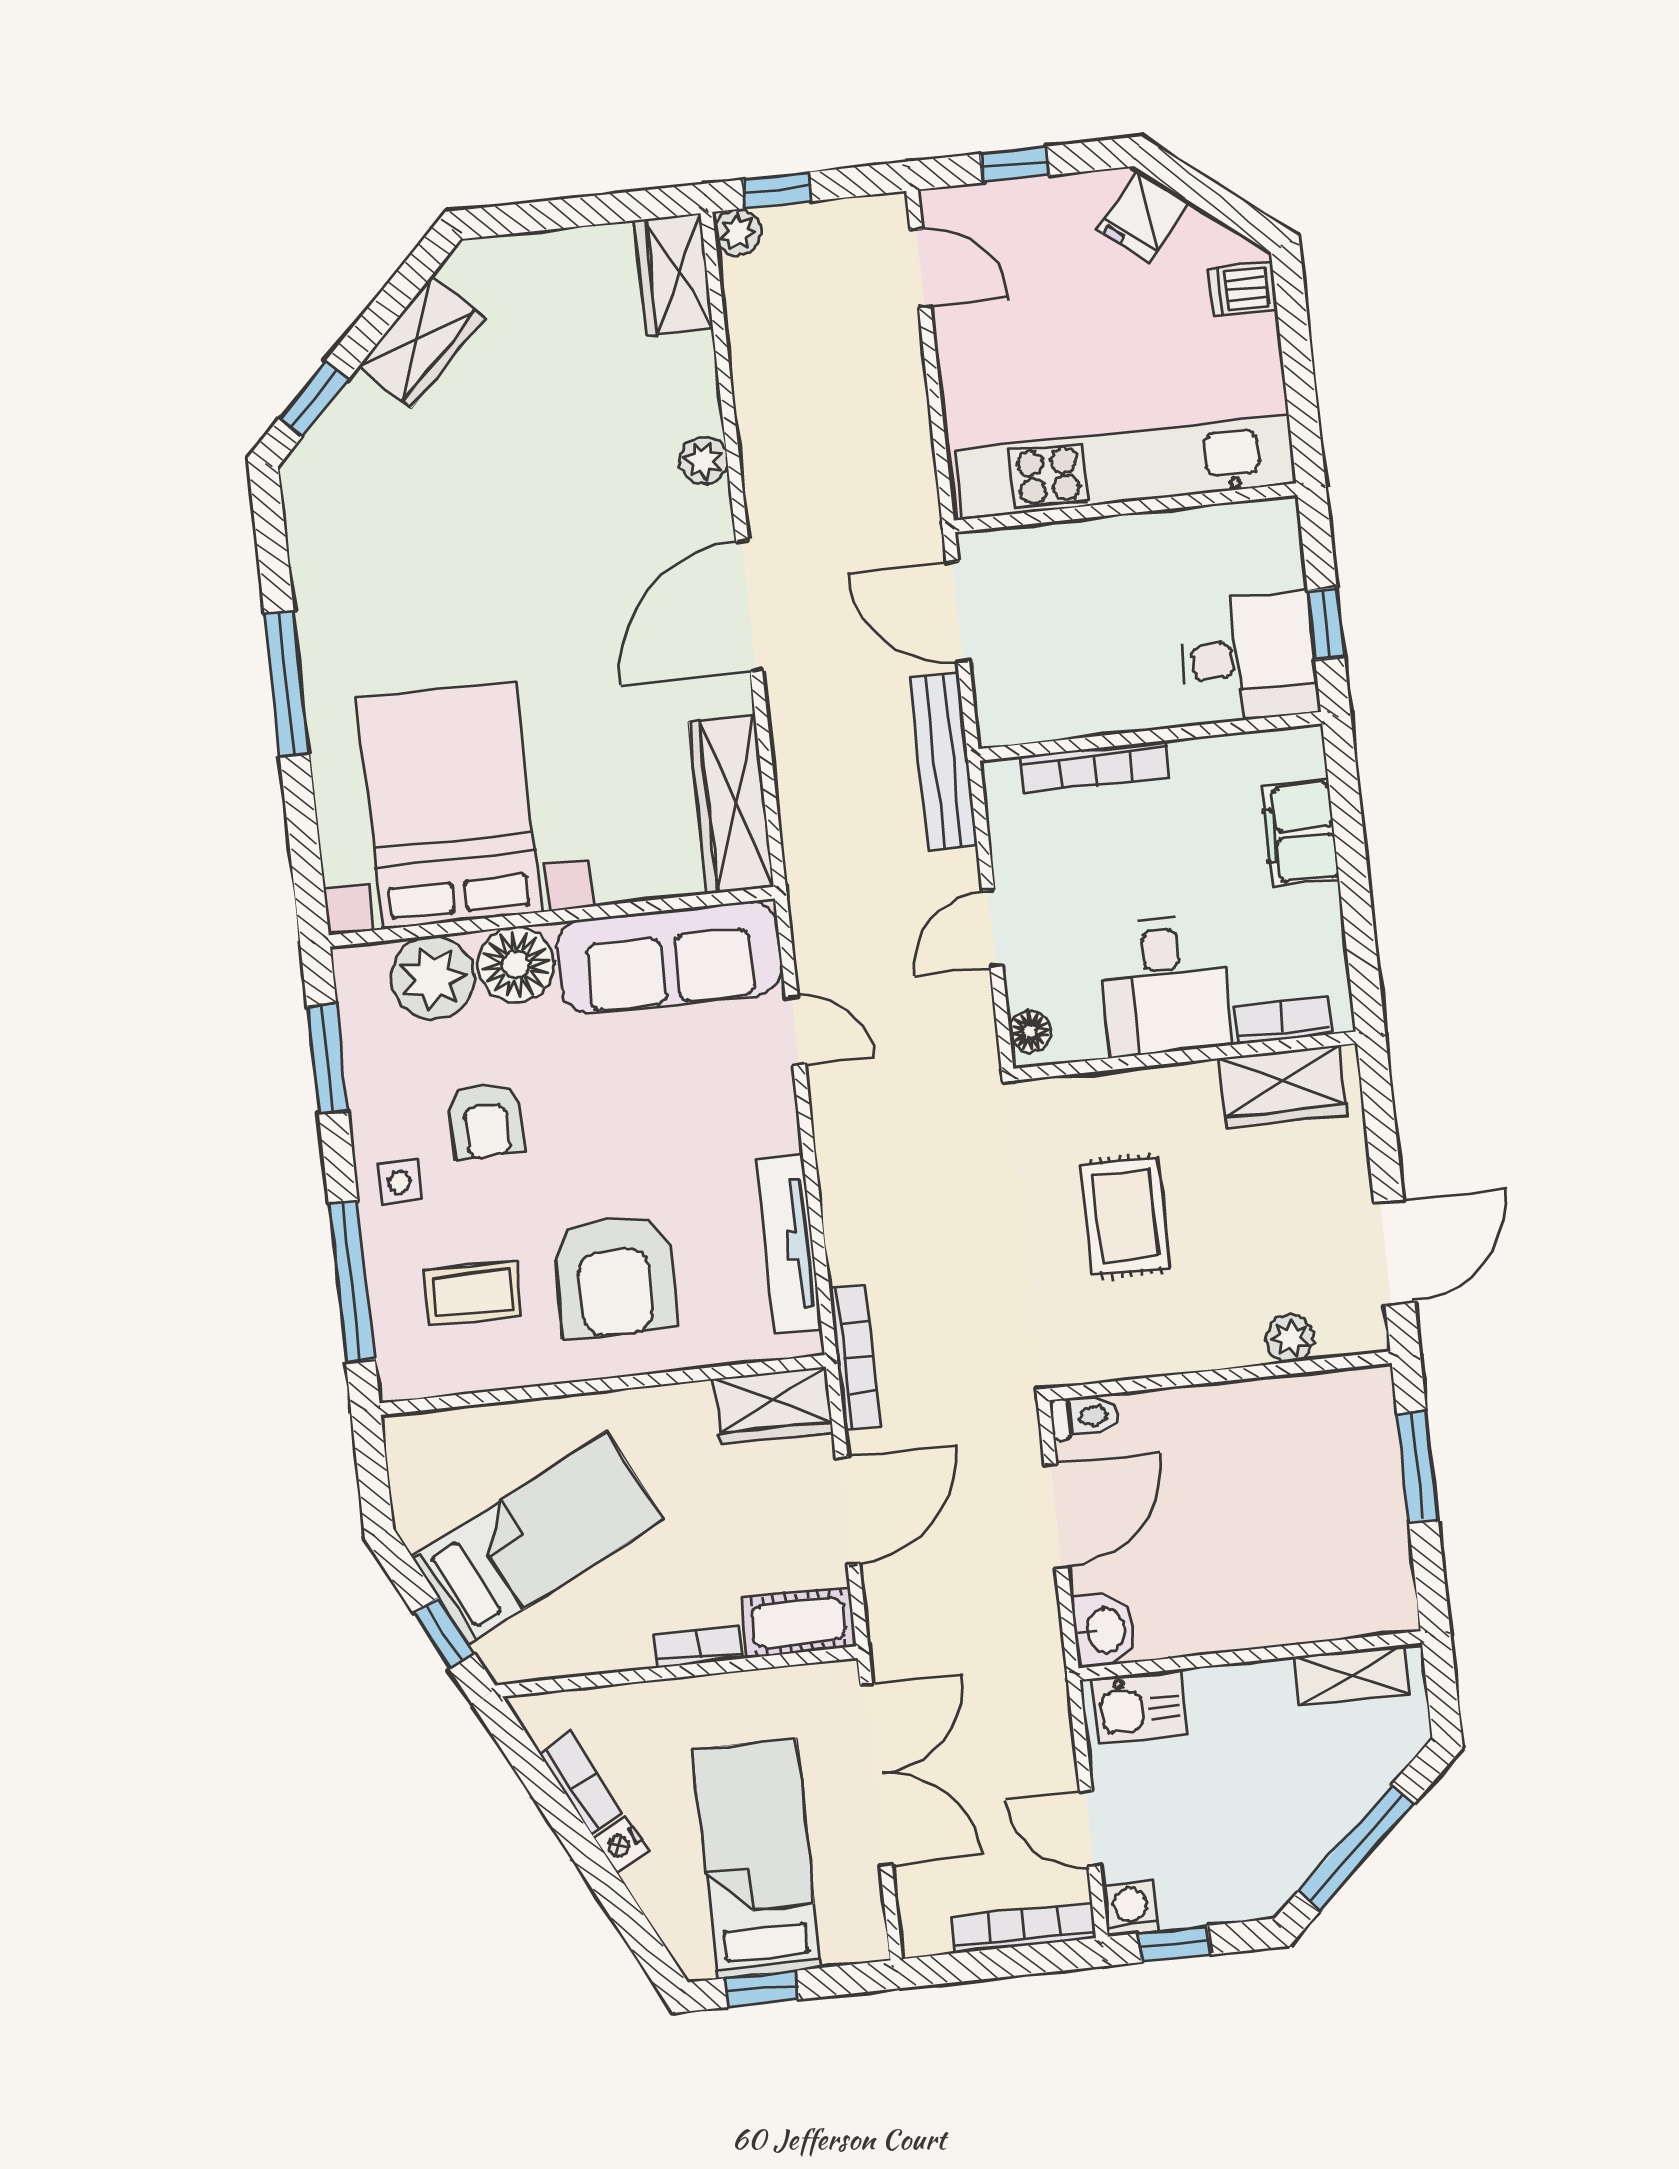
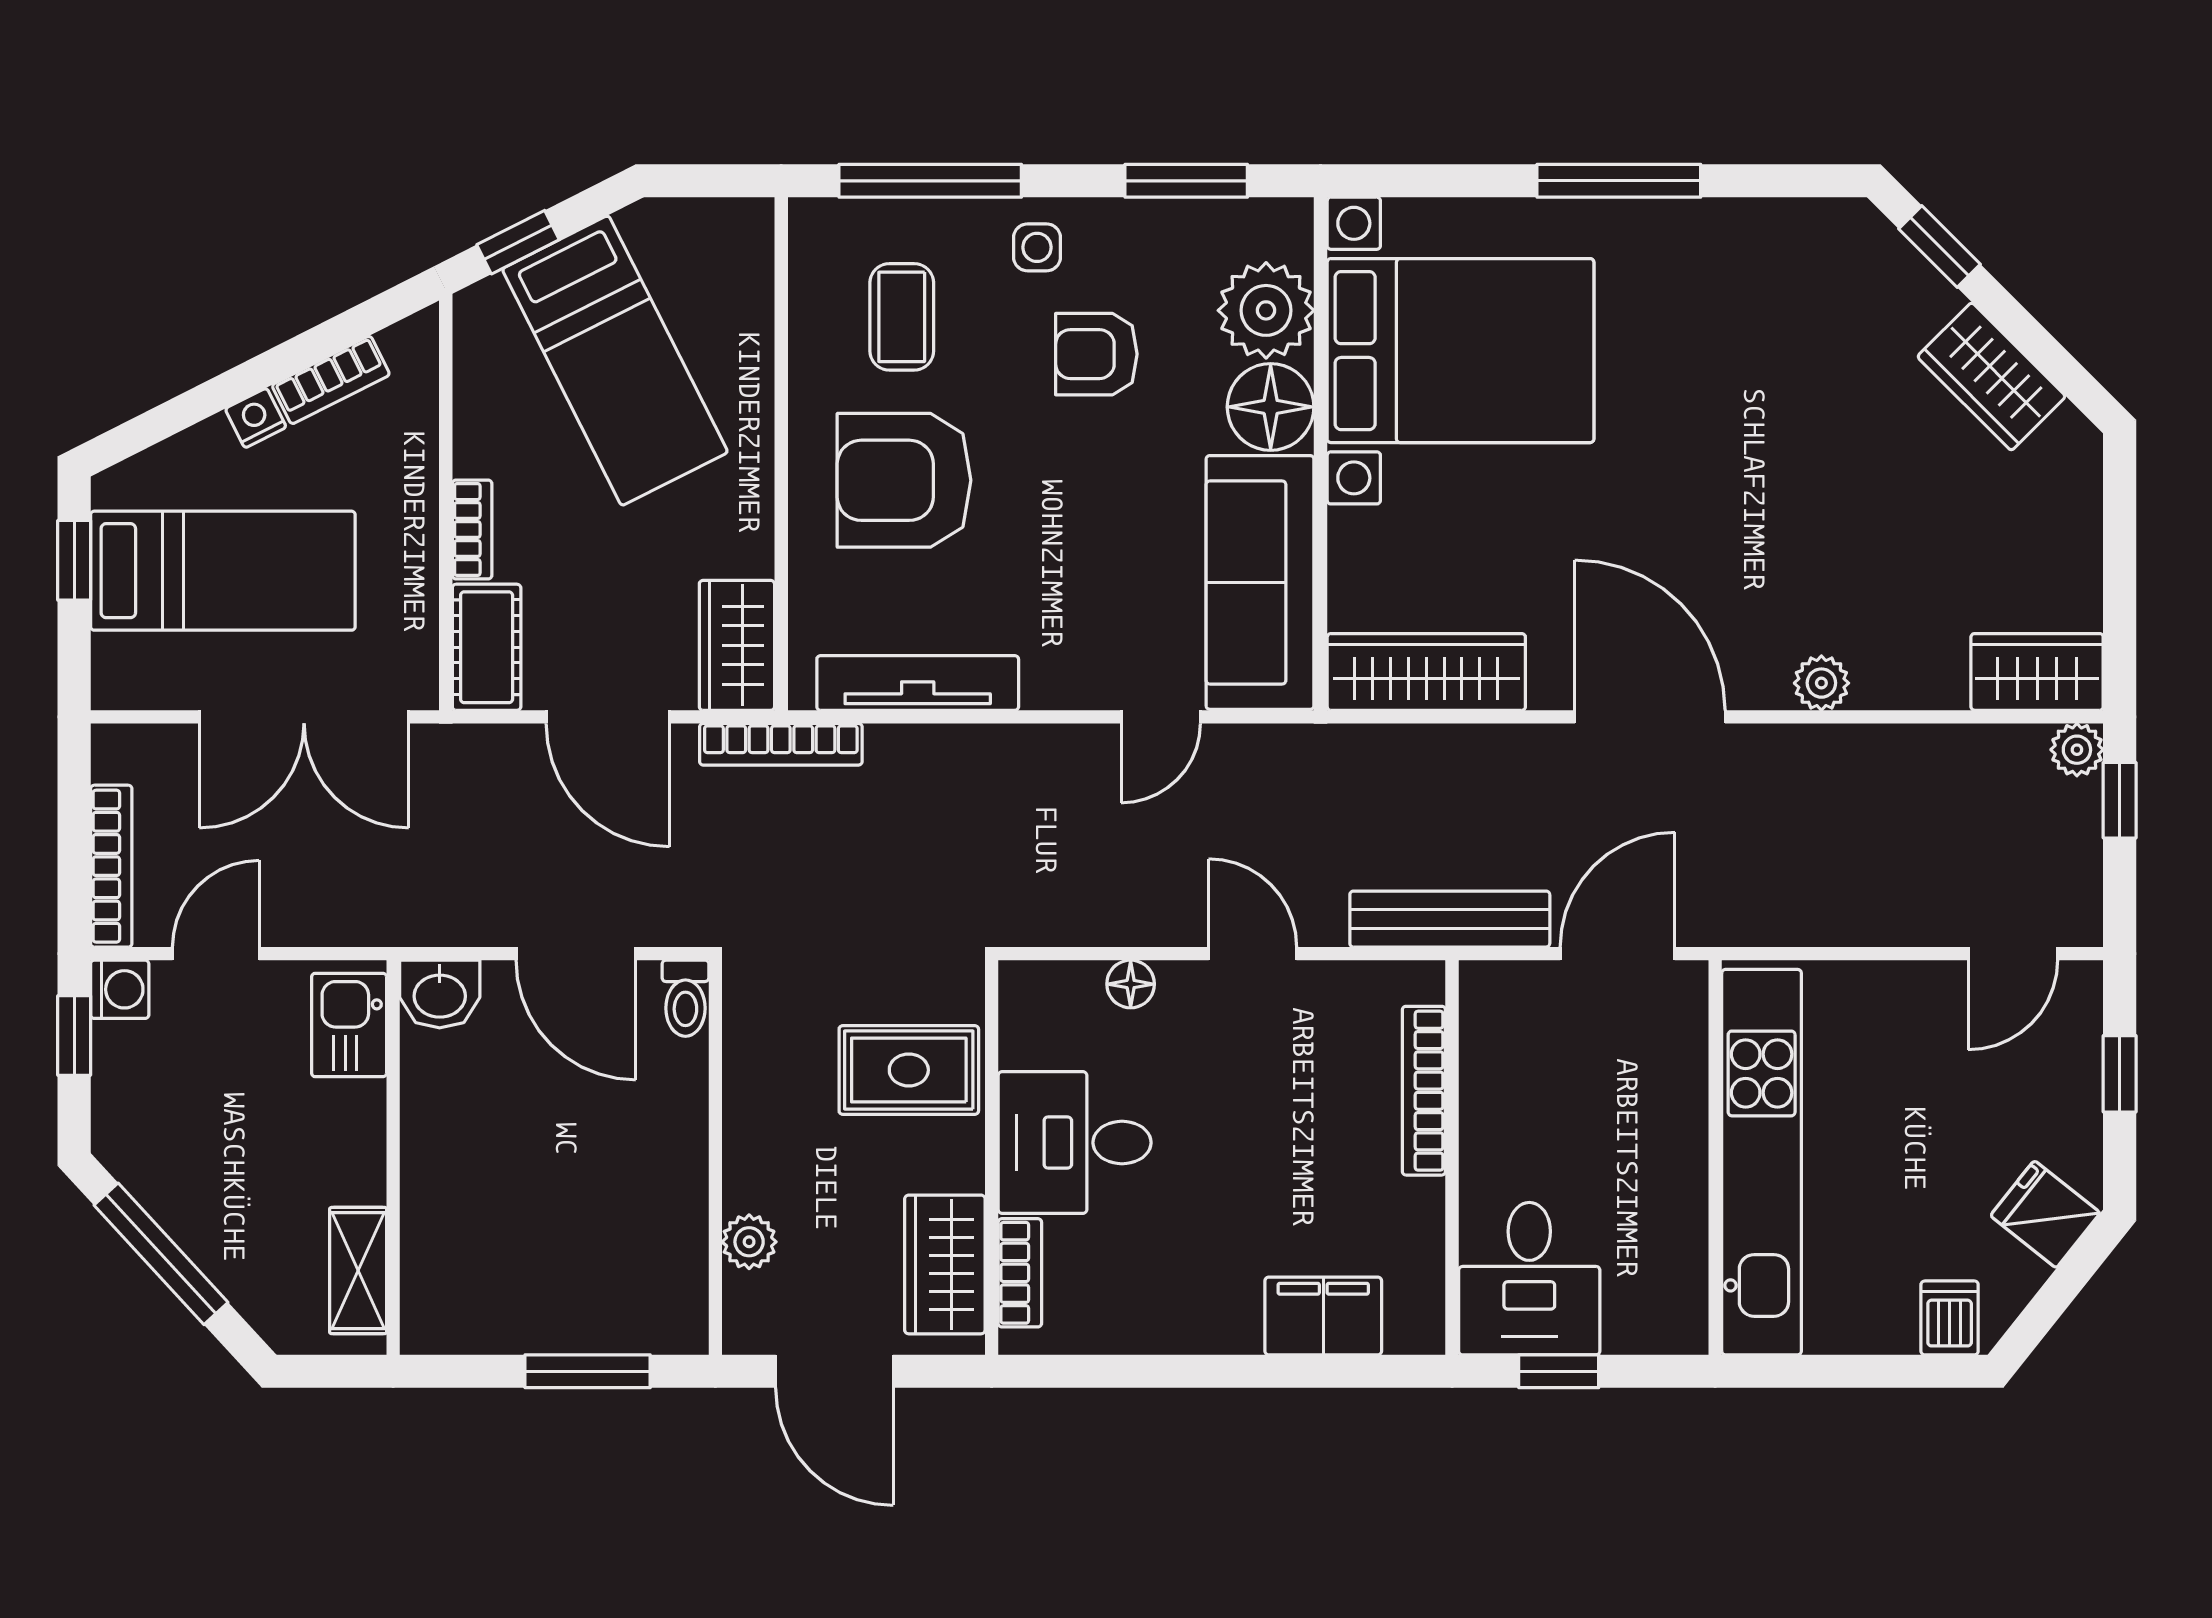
desk: (1164, 985) -> (1075, 1143), moved
bookcase: (1283, 1021) -> (1020, 1273), moved
wall: (1185, 1056) -> (992, 1158), moved
wardrobe: (1282, 1086) -> (945, 1264), moved

